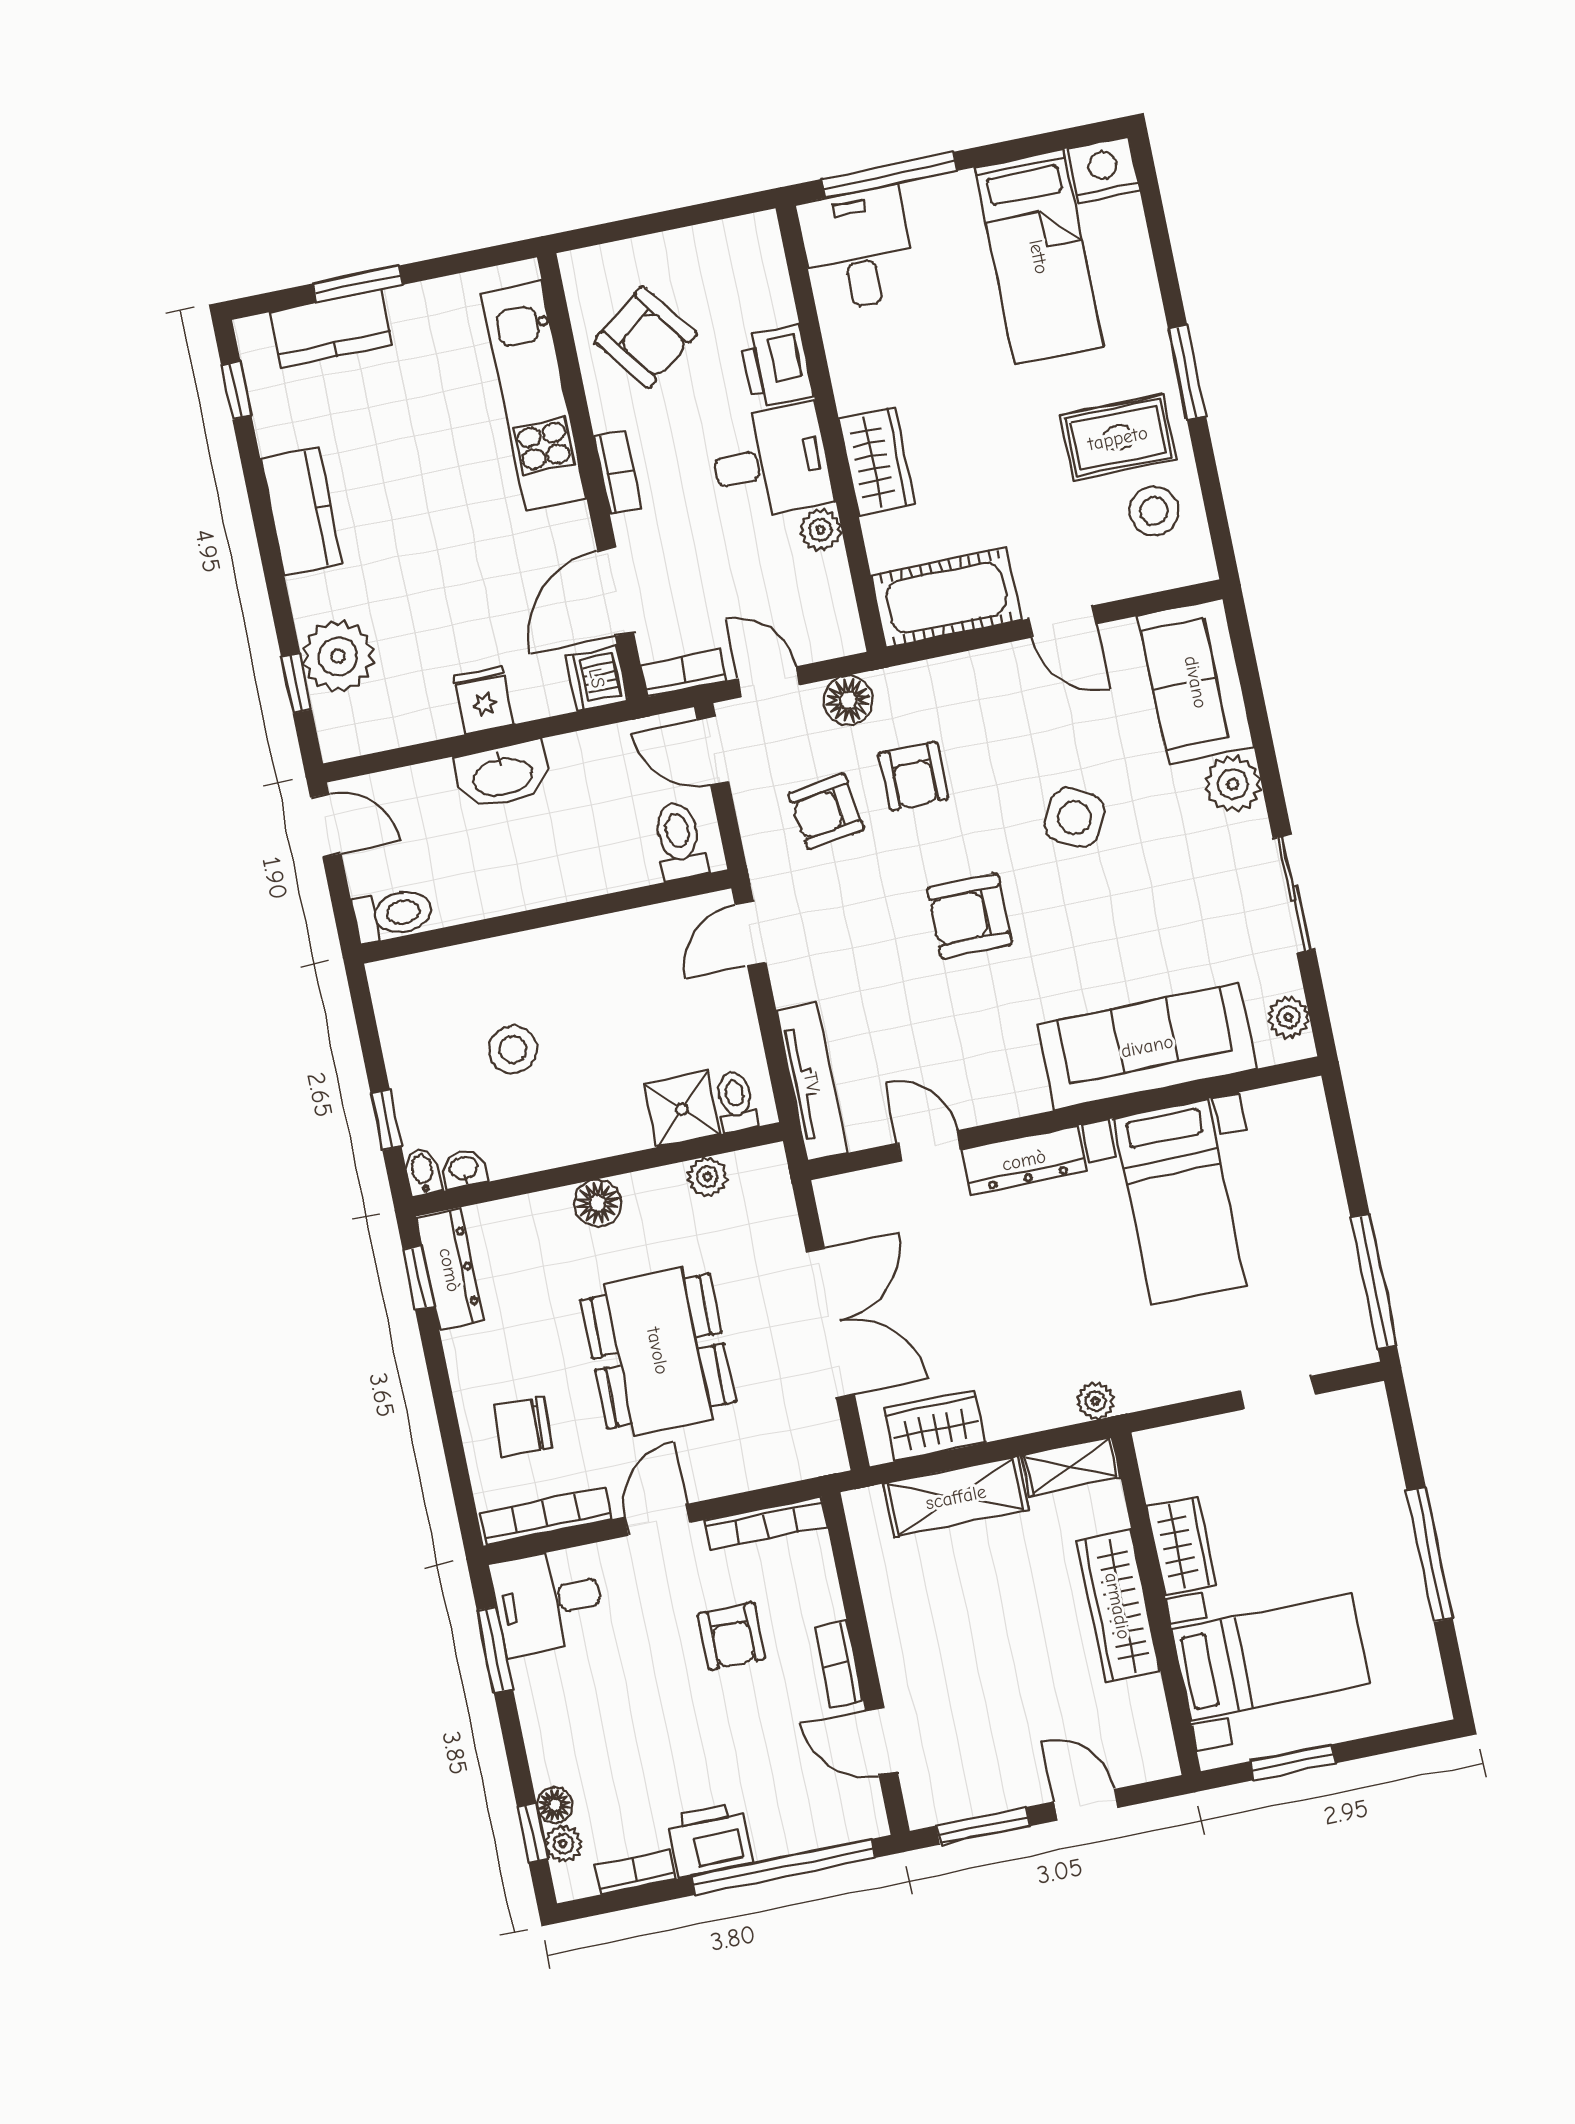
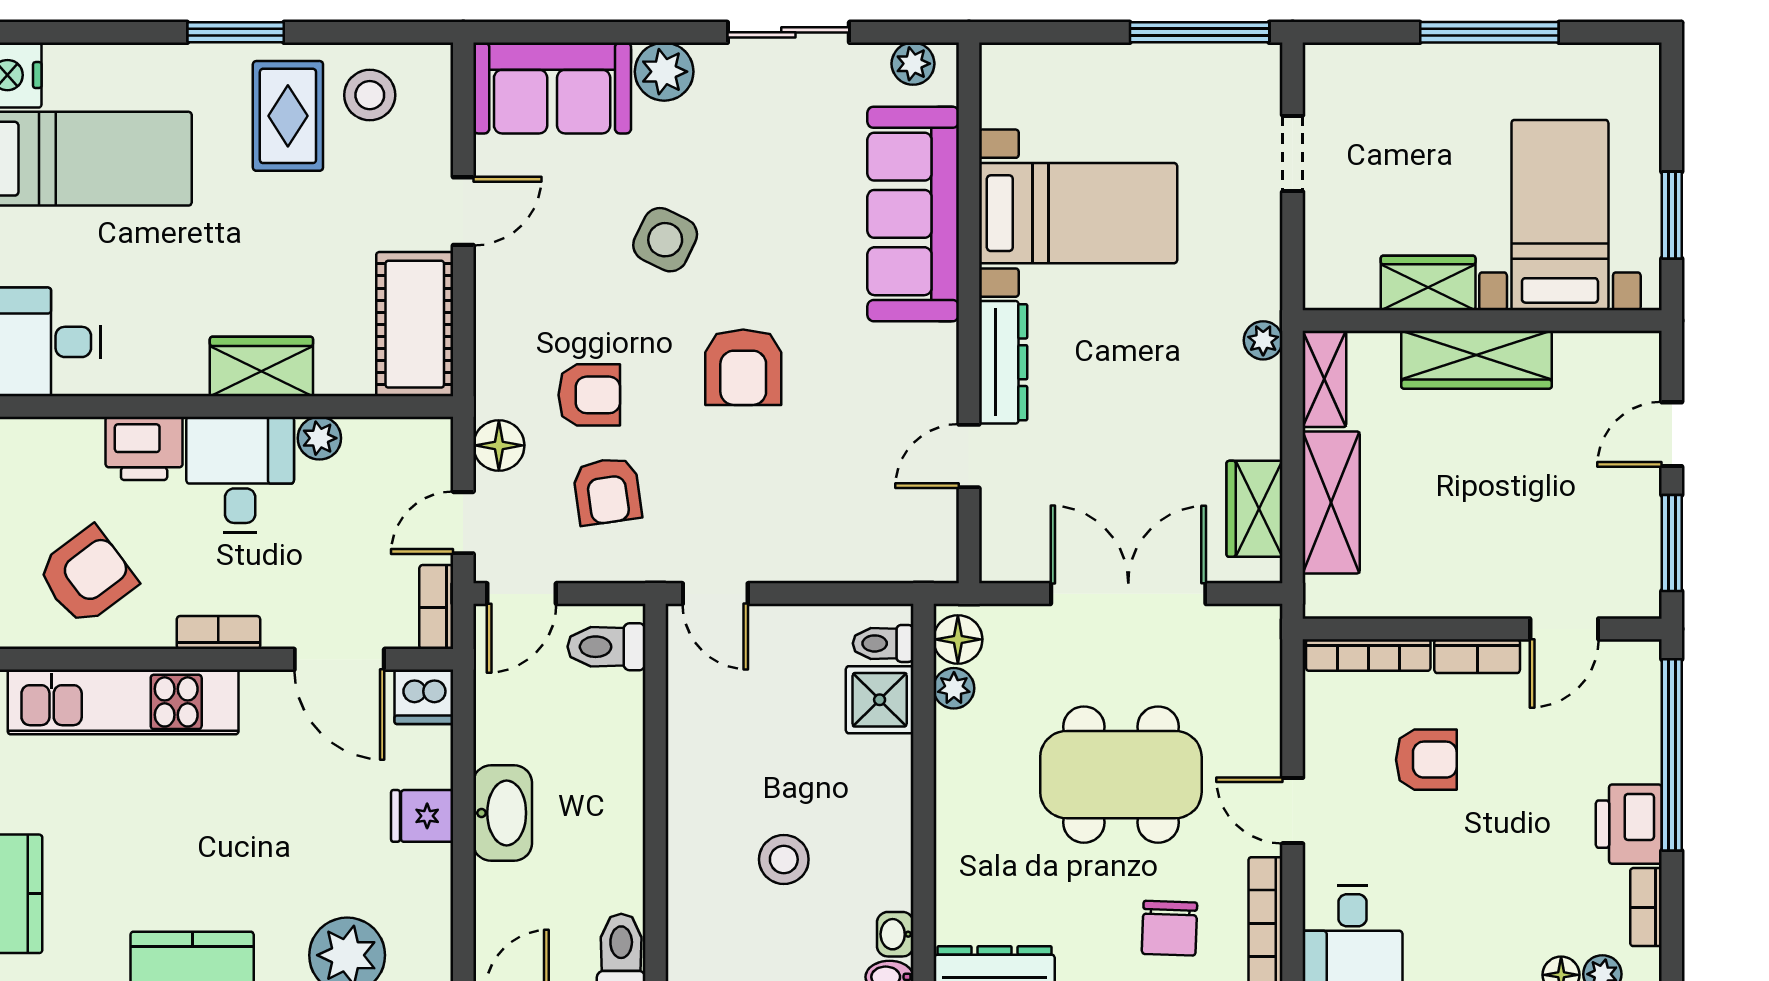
tv unit: (812, 1082) -> (879, 562), removed
floor lamp: (598, 1203) -> (958, 639), moved
bookcase: (766, 1523) -> (1368, 655), moved, turned 90

